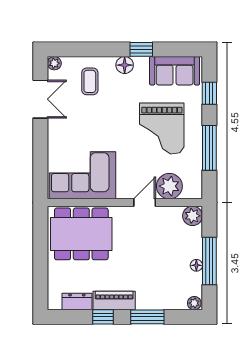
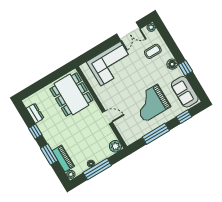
corner sofa: (82, 175) -> (111, 64), moved, turned 90
plant: (169, 186) -> (124, 125), removed
piano: (114, 300) -> (63, 159), moved

